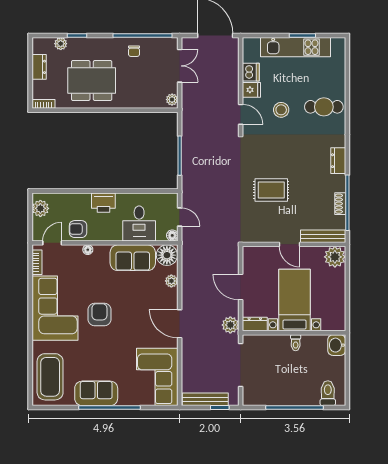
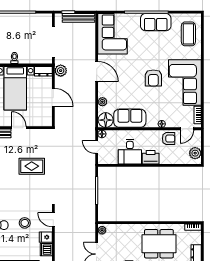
desk: (139, 223) -> (130, 152), moved, turned 180
coffee table: (50, 377) -> (188, 34), width x0.73, depth x0.76

